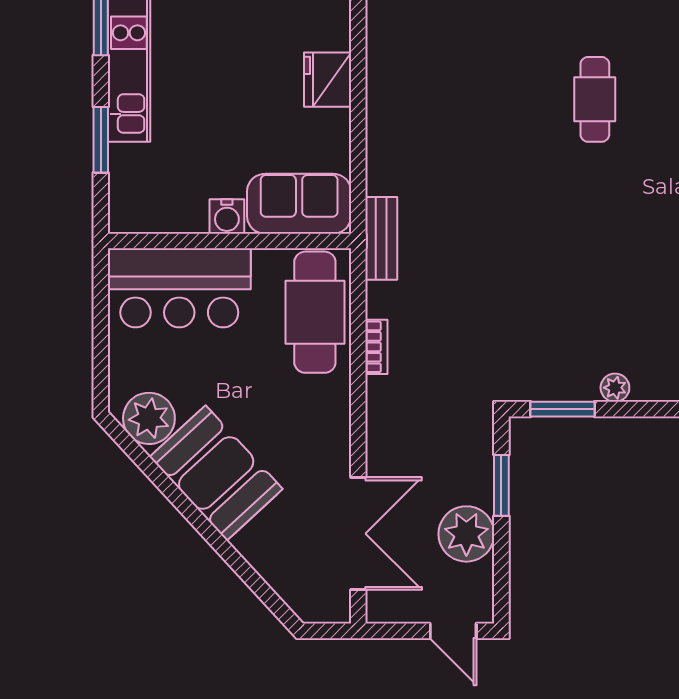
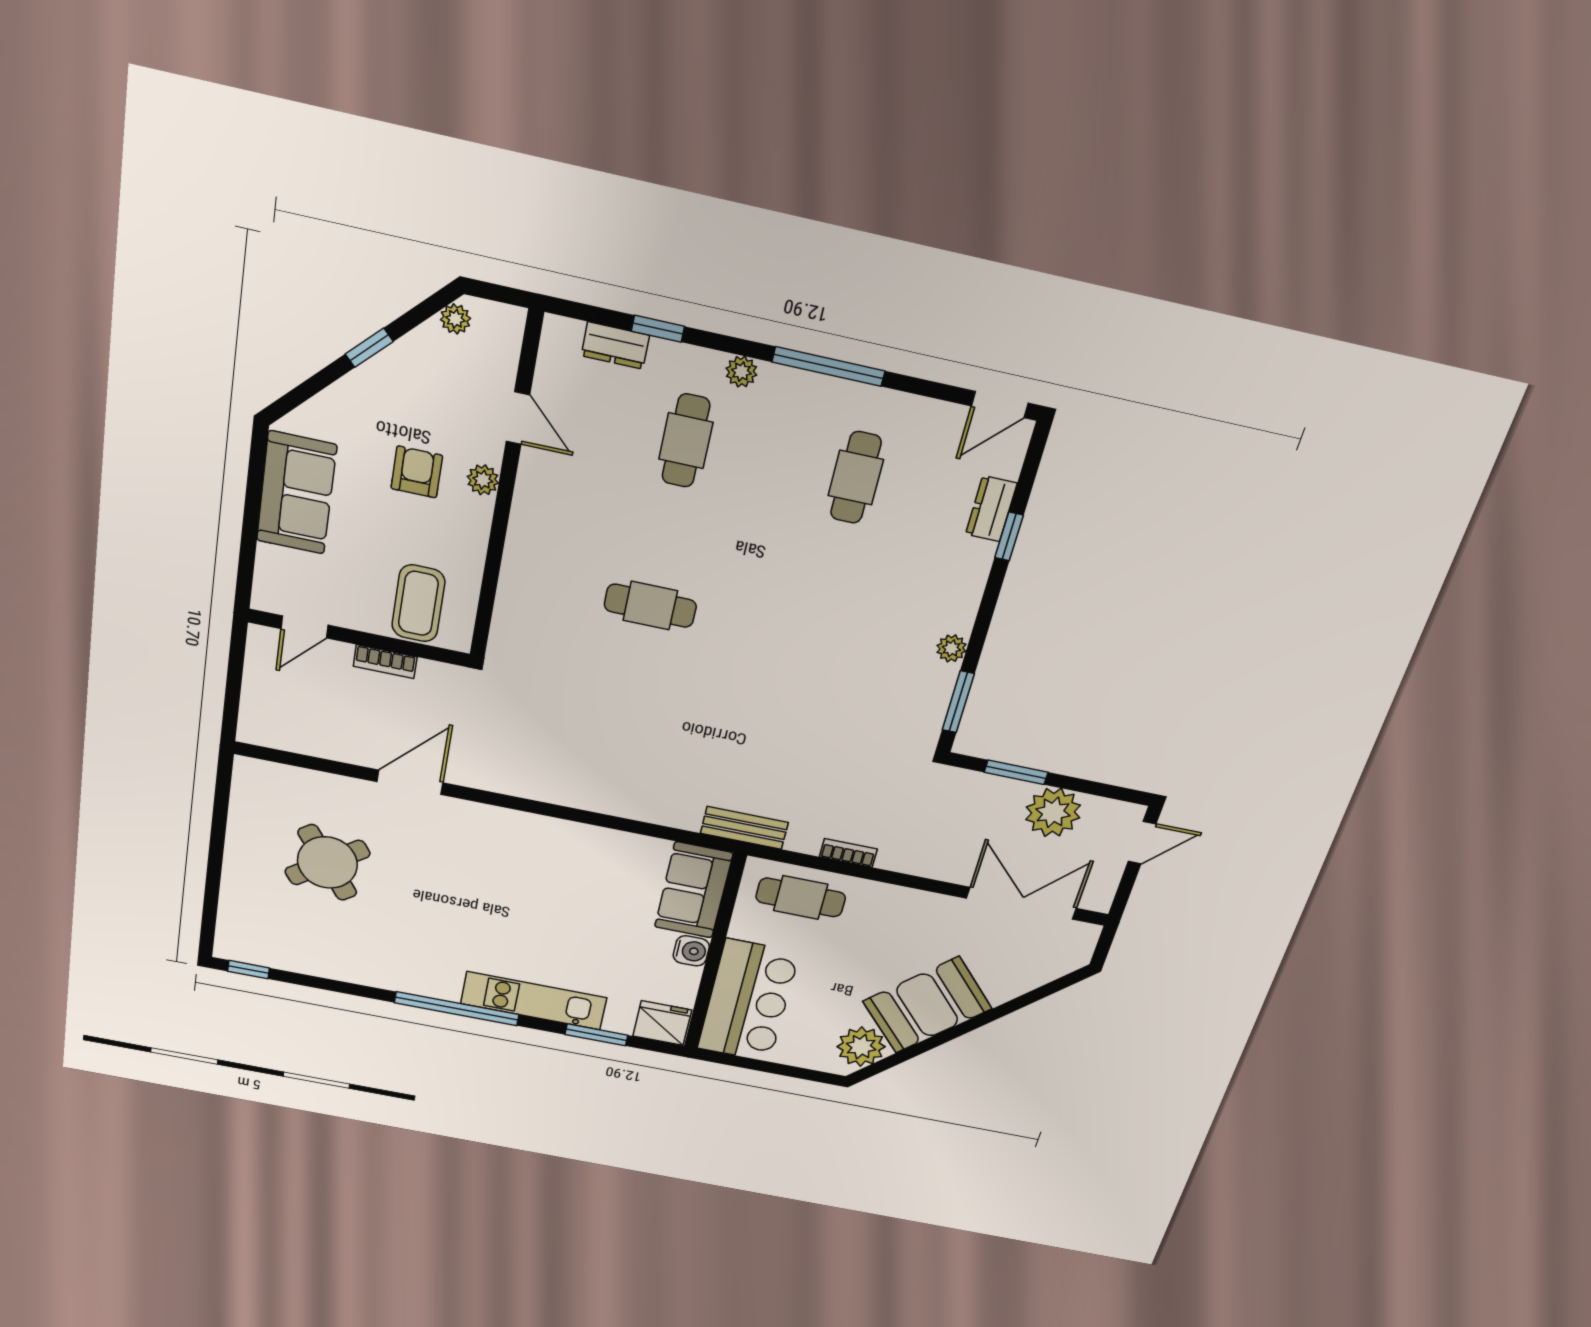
fridge: (328, 80) -> (662, 1023), moved, turned 180
cafe table: (315, 312) -> (801, 897), width x0.73, depth x0.74

